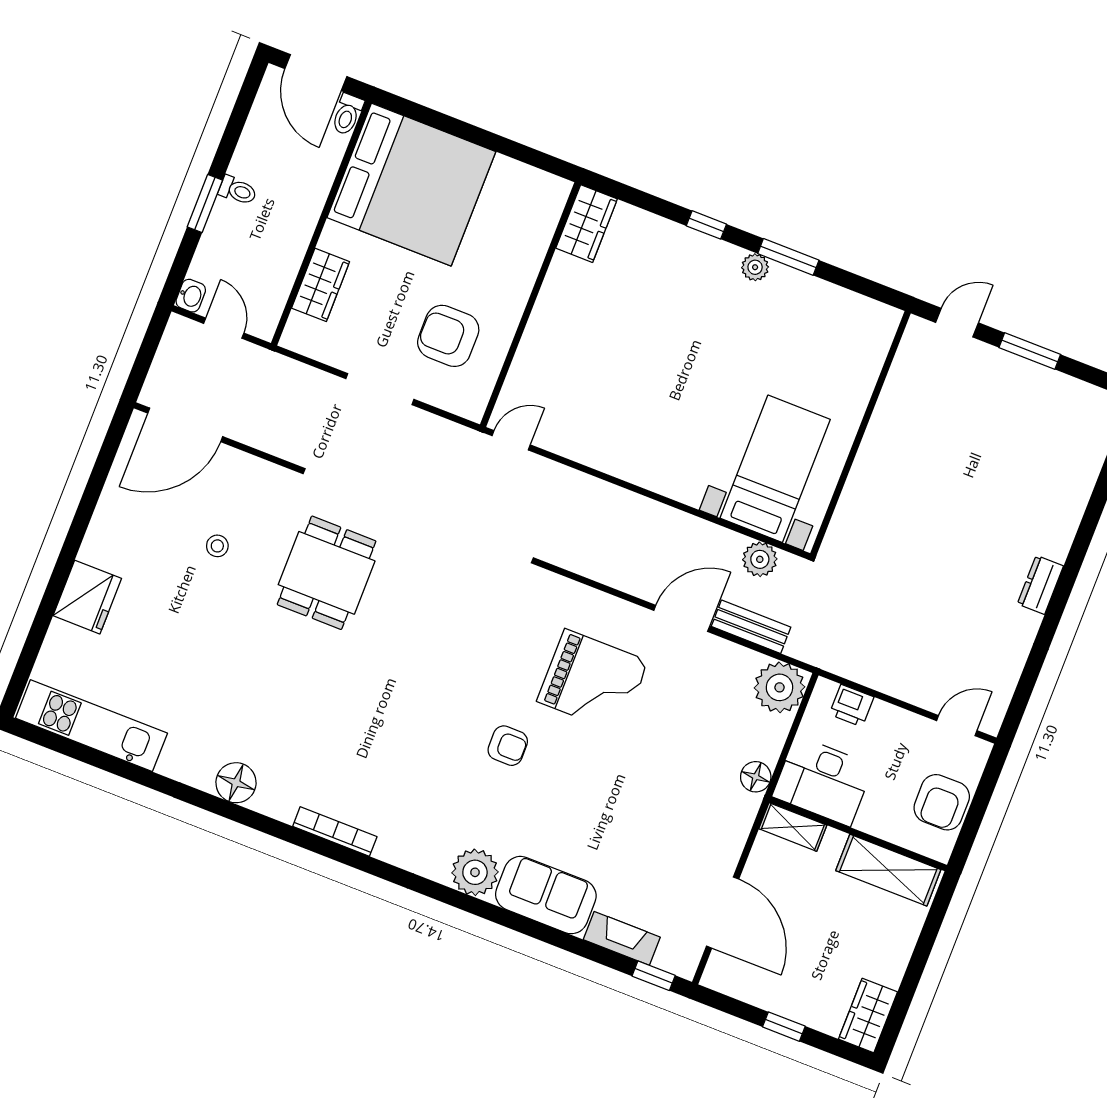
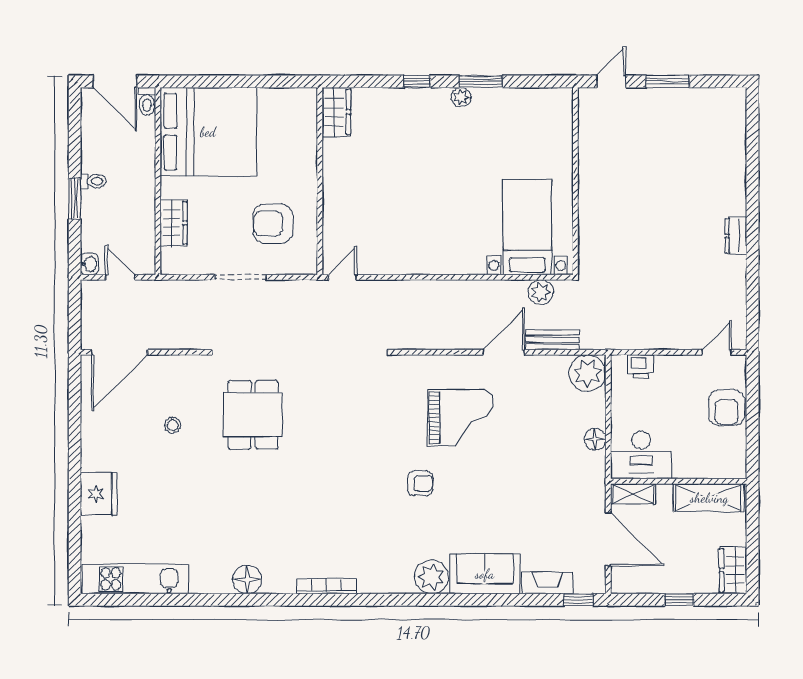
desk: (823, 781) -> (641, 455), moved
shelving: (793, 827) -> (633, 494), moved
wall: (858, 834) -> (679, 481), moved
shelving: (888, 870) -> (709, 498), moved

